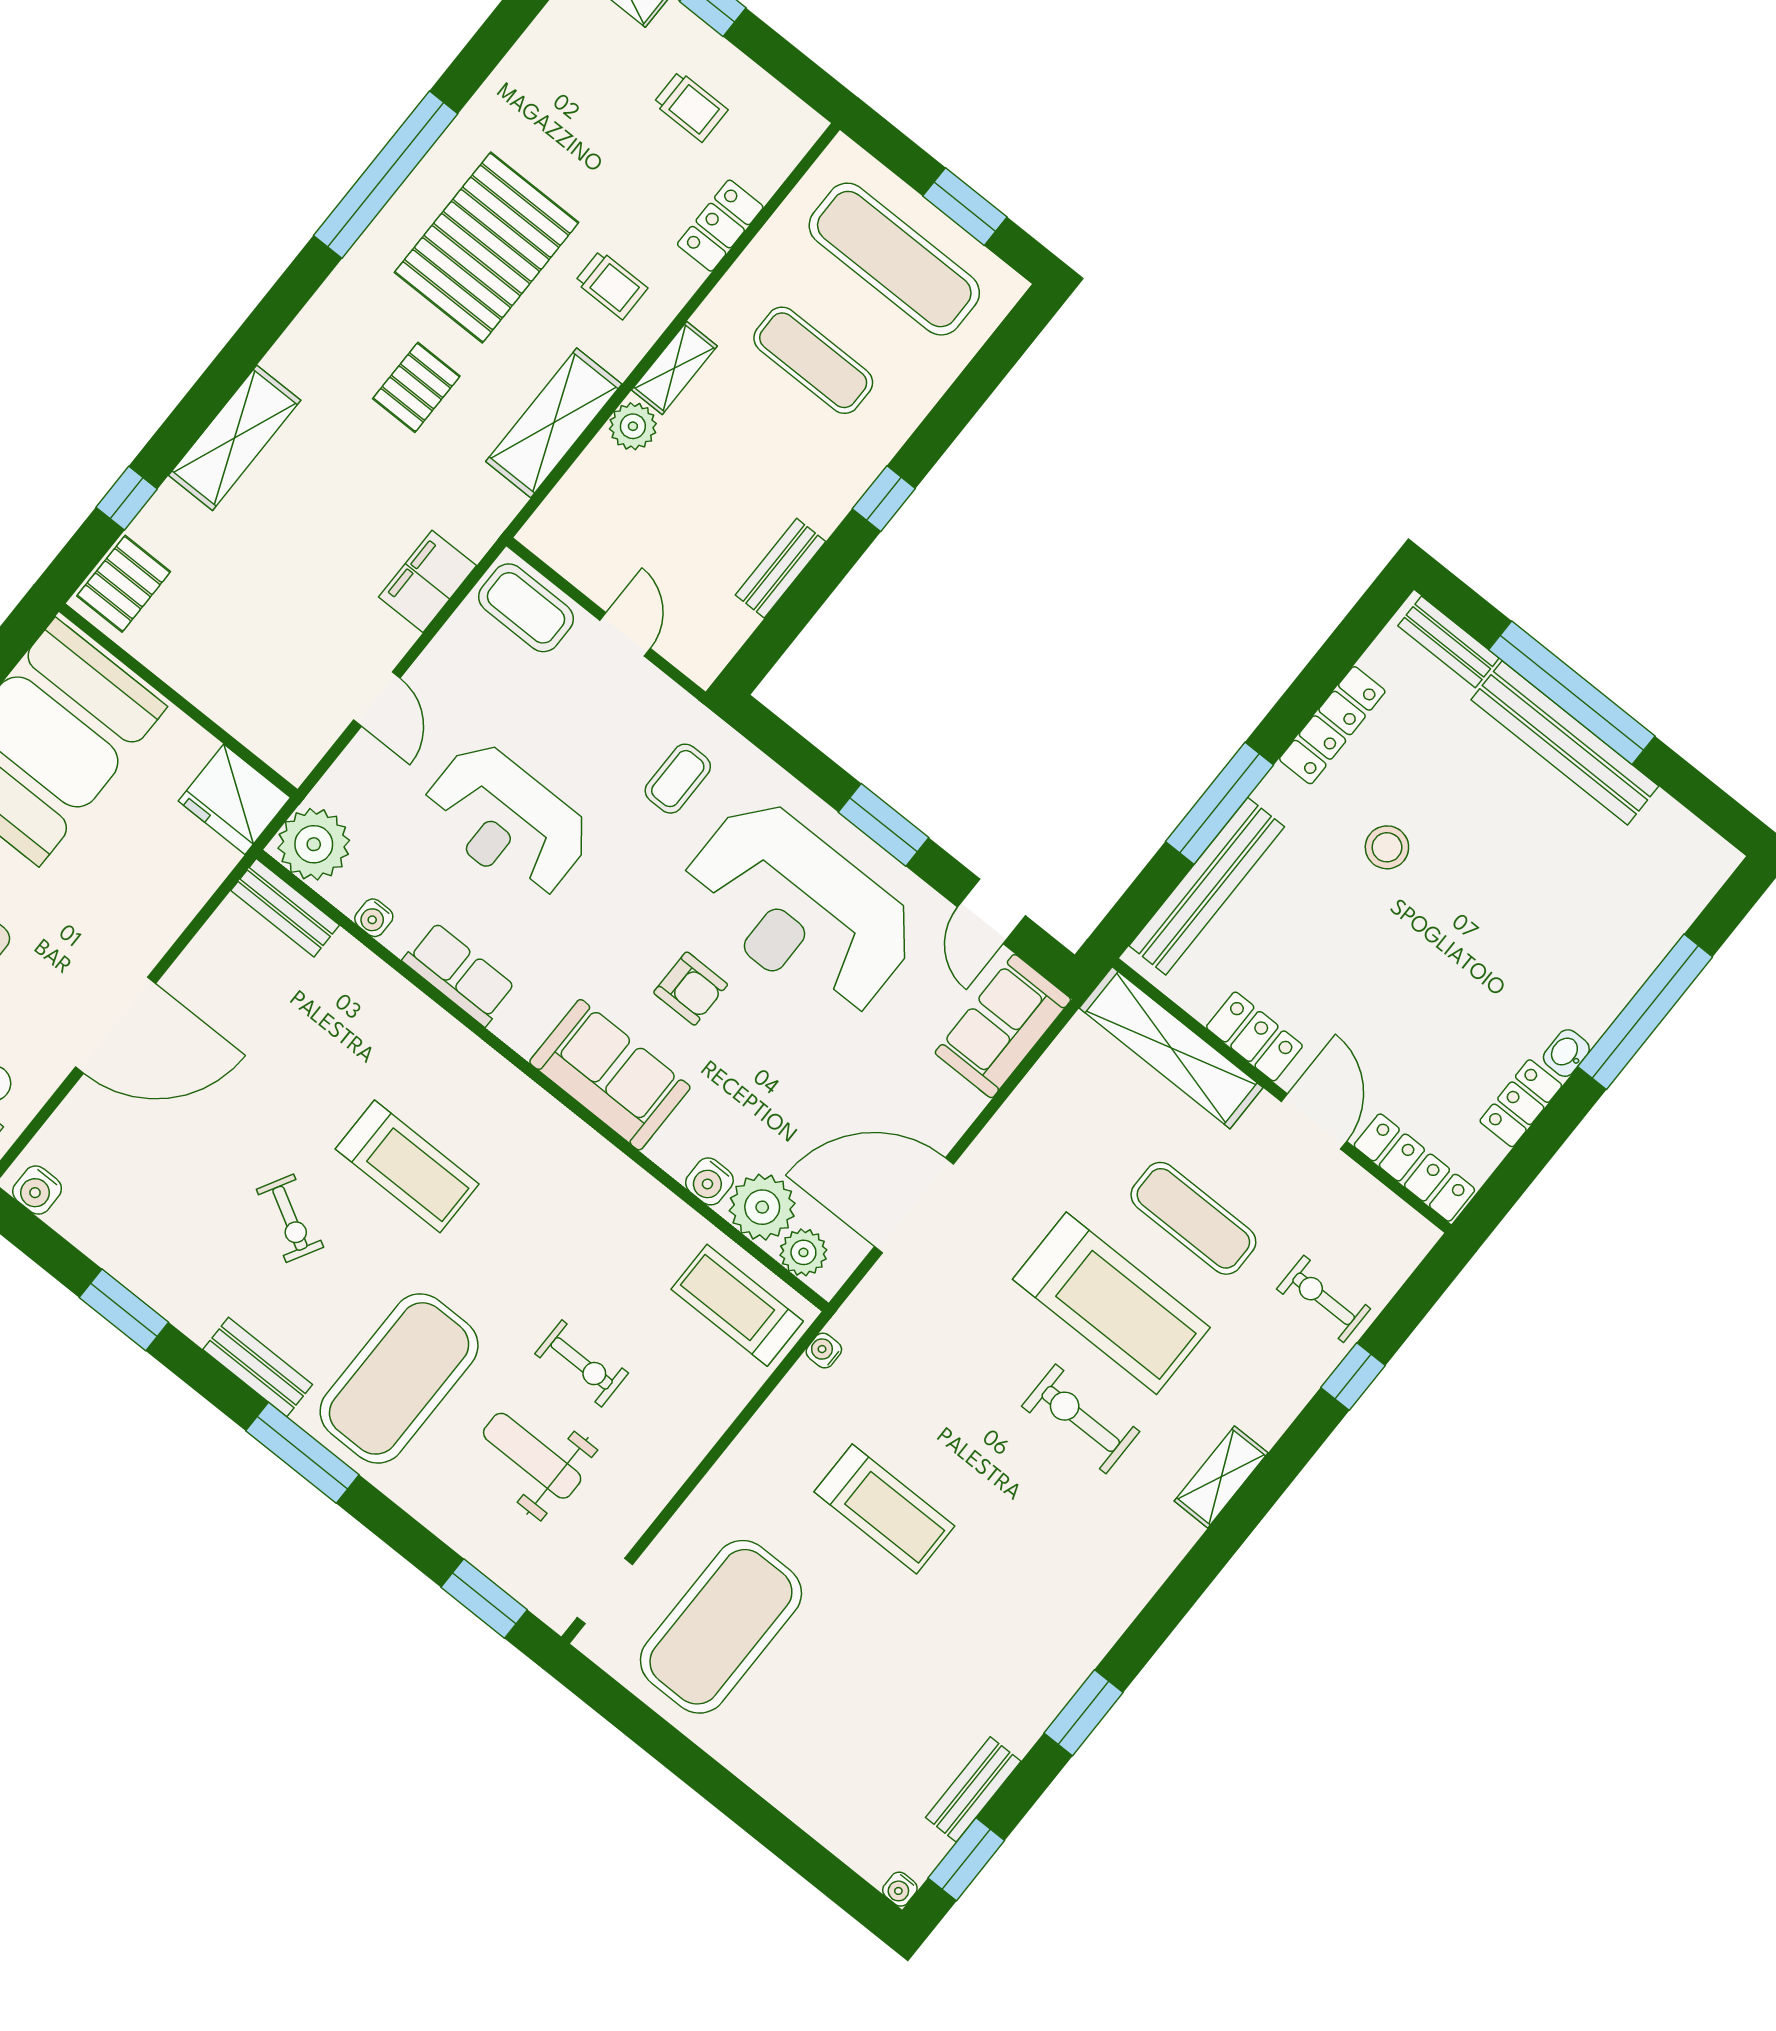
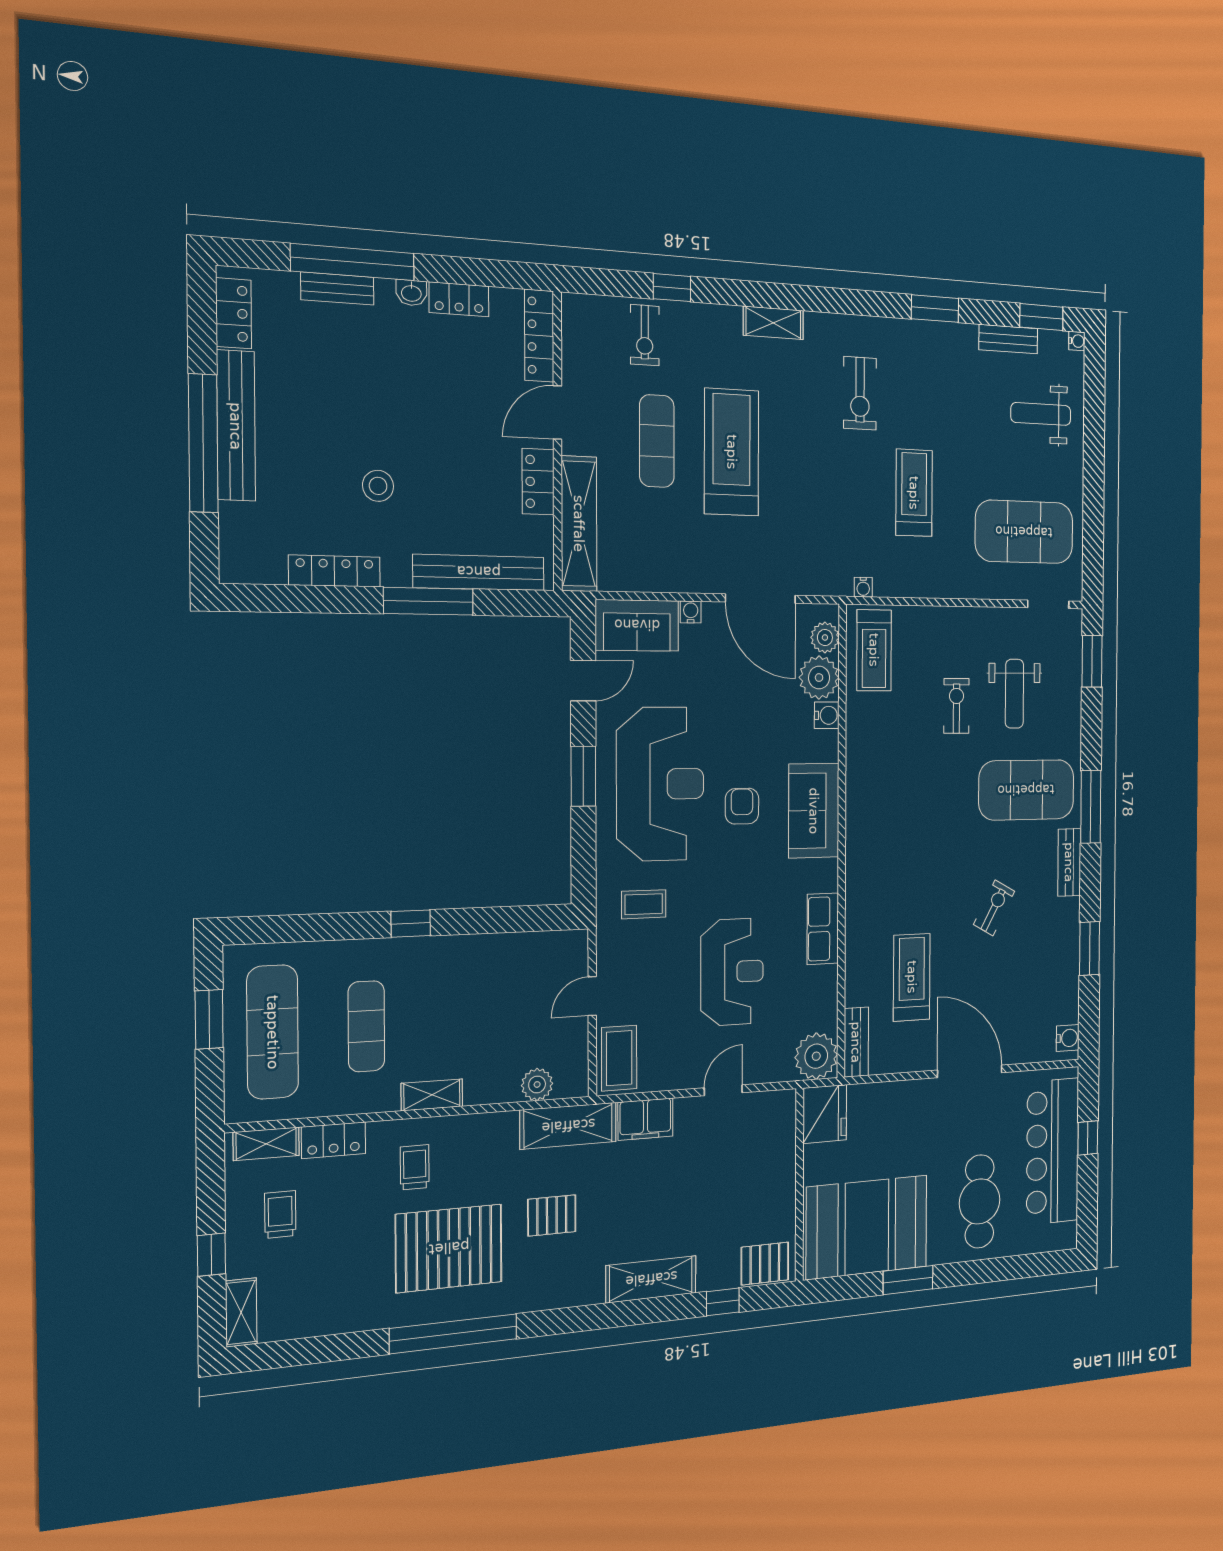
shelving: (780, 155) -> (266, 1144), added
shelving: (554, 423) -> (568, 1126), moved
plant: (633, 426) -> (537, 1084), moved
bench: (781, 568) -> (493, 946), removed
bench: (1448, 642) -> (337, 288), moved, turned 90
locker: (1683, 835) -> (234, 313), added
water cooler: (374, 918) -> (691, 612), moved, turned -90
treadmill: (407, 1166) -> (912, 977), moved
exercise bike: (1081, 1419) -> (860, 393), moved
weight bench: (848, 1765) -> (1041, 414), added

